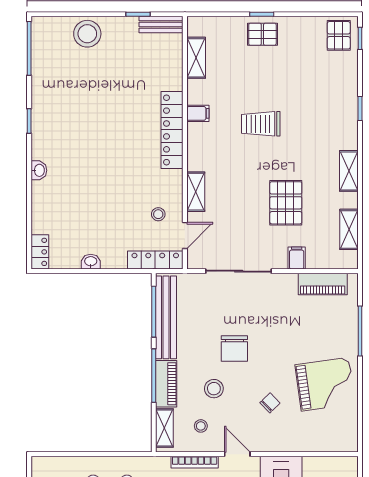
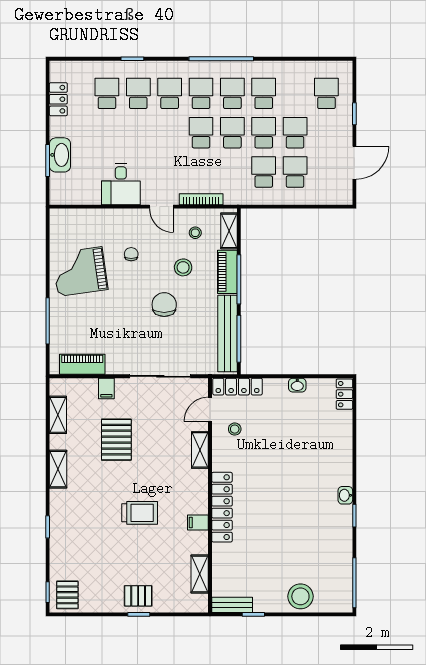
washbasin: (39, 170) -> (345, 495), moved
chair: (270, 403) -> (131, 254), turned 134

